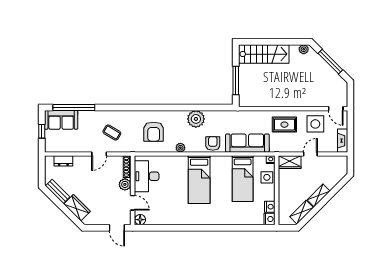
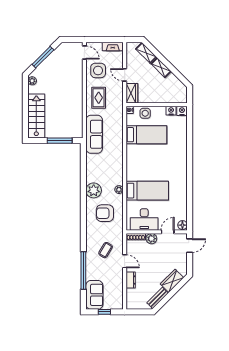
window: (74, 107) -> (83, 271), moved
door: (336, 109) -> (84, 52), hinge flipped
plant: (196, 119) -> (94, 190), moved
armchair: (154, 132) -> (105, 213), turned 180
armchair: (213, 143) -> (115, 161), removed
sofa: (247, 143) -> (94, 134), moved, turned 180
dresser: (63, 161) -> (131, 280), moved
bed: (199, 180) -> (147, 191), moved
shelving: (302, 212) -> (146, 53), moved

